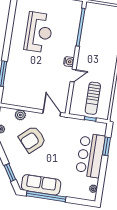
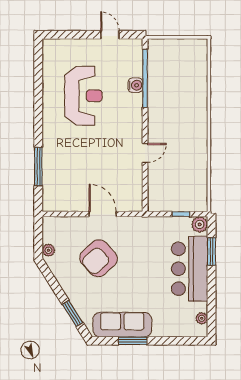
water cooler: (69, 62) -> (135, 85), moved
sun lounger: (93, 98) -> (180, 182), removed
door: (52, 113) -> (103, 214), moved
plant: (20, 115) -> (200, 224), moved
window: (46, 196) -> (133, 341), width x0.47

